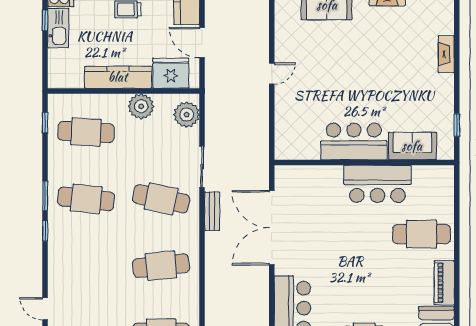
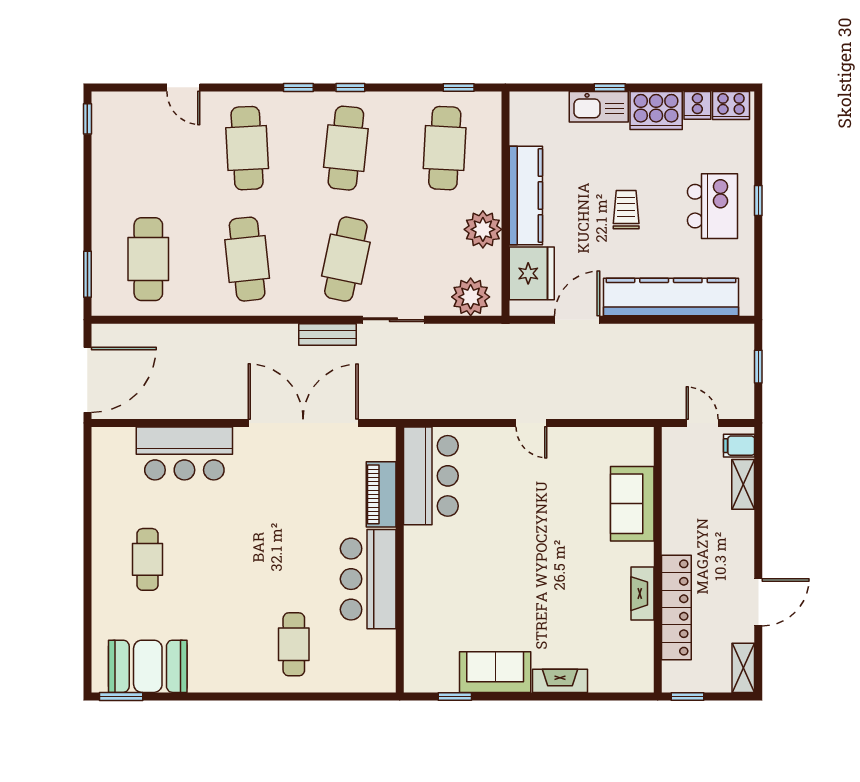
bar counter: (354, 141) -> (431, 476), moved
sofa: (412, 146) -> (495, 672), moved, turned -90
window: (45, 196) -> (350, 87), width x0.67
cafe table: (422, 234) -> (294, 644), width x0.73, depth x0.74
cafe table: (86, 266) -> (247, 148), added
piano: (444, 283) -> (381, 494), moved, turned -90
door: (45, 309) -> (183, 87), swing flipped

